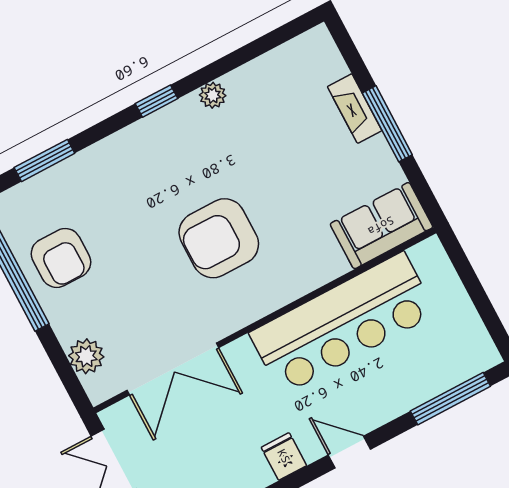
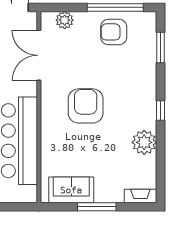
plant: (213, 95) -> (144, 142), width x1.88, depth x1.88
fireplace: (355, 109) -> (140, 196), moved
sofa: (381, 226) -> (71, 190), moved, turned -90

